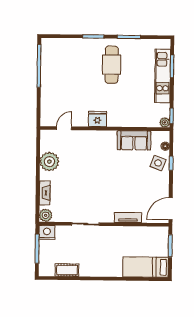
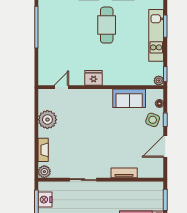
door: (171, 209) -> (165, 146), moved
nightstand: (47, 232) -> (45, 200), moved, turned -90

